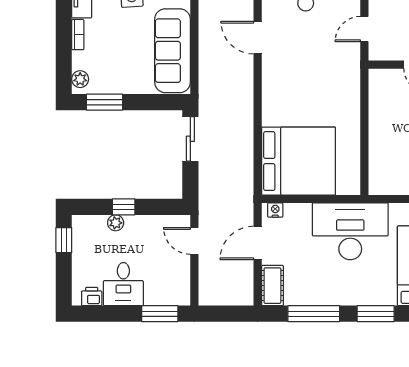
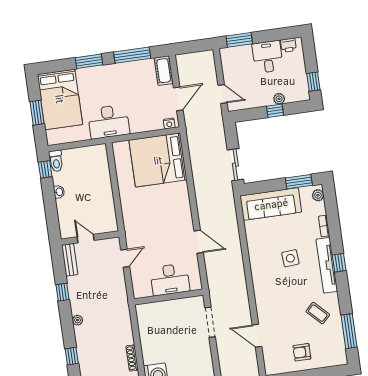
sofa: (173, 51) -> (271, 204), moved, turned 90
desk: (350, 231) -> (109, 122), width x0.73, depth x0.77

